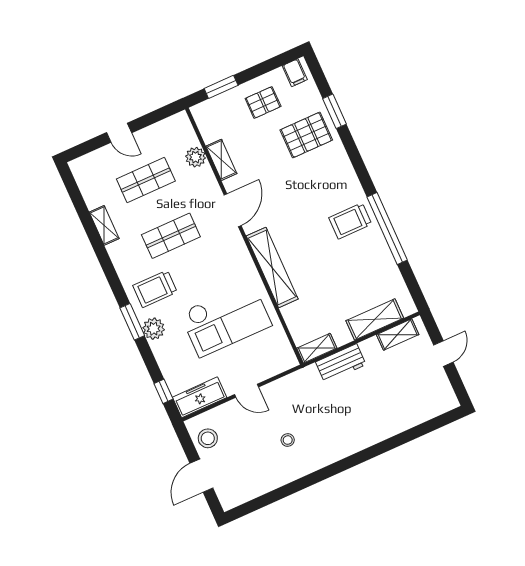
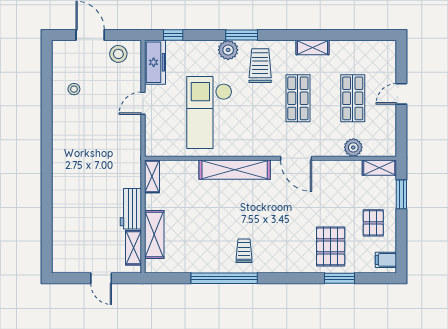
shelving: (221, 160) -> (379, 168), moved
trolley: (350, 221) -> (244, 251), width x0.73, depth x0.72
shelving: (104, 225) -> (312, 47), moved
workbench: (341, 363) -> (131, 209), moved
stool: (288, 440) -> (74, 89), moved

